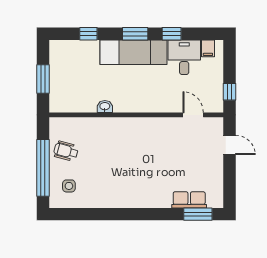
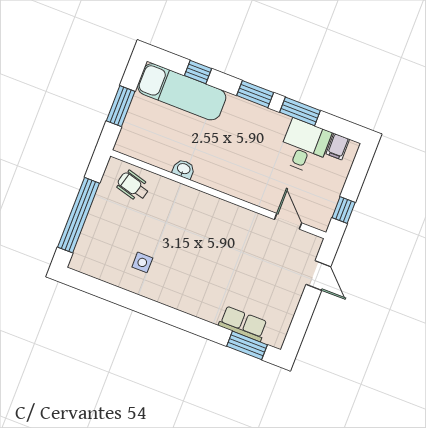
window: (172, 34) -> (300, 111), width x1.50
exam couch: (134, 52) -> (182, 92), moved
wheelchair: (66, 151) -> (133, 186), moved
side table: (69, 186) -> (142, 262), moved

